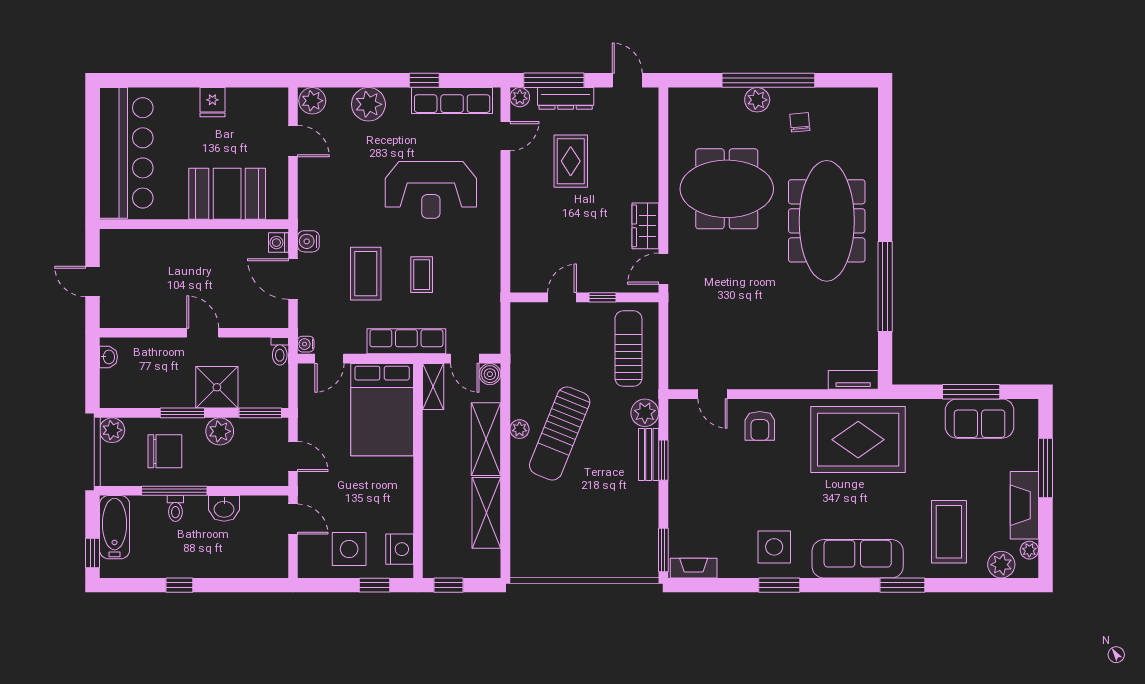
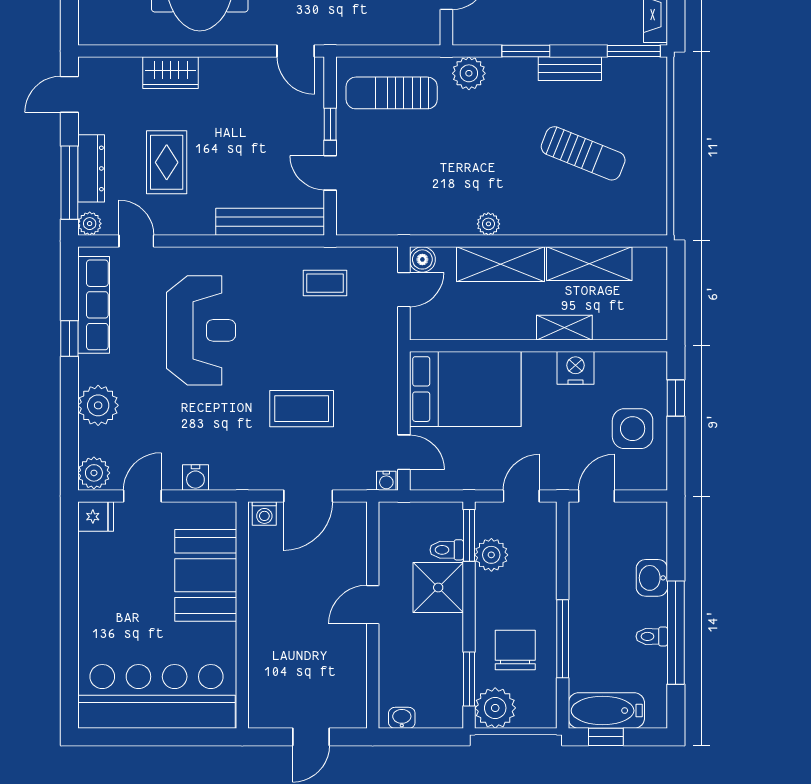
fridge: (212, 102) -> (96, 517), moved
rug: (571, 161) -> (167, 162), turned 90
wardrobe: (645, 226) -> (171, 73), moved
water cooler: (308, 241) -> (195, 478), moved
bench: (521, 247) -> (270, 222), added
coffee table: (422, 275) -> (325, 283), moved
row of seats: (406, 341) -> (383, 360), removed
toilet: (280, 351) -> (447, 550), moved, turned 180
shelving: (433, 386) -> (564, 328), moved
window: (182, 413) -> (469, 679), moved
plant: (112, 430) -> (495, 708), width x1.36, depth x1.36
plant: (220, 431) -> (491, 555), moved
sun lounger: (560, 434) -> (583, 153), moved, width x0.73, depth x0.75
bench: (649, 455) -> (570, 69), moved
toilet: (175, 508) -> (652, 636), moved, turned 180
washbasin: (224, 508) -> (652, 578), moved, turned 180
nightstand: (400, 549) -> (576, 368), moved
window: (92, 553) -> (606, 737), moved
window: (179, 585) -> (676, 633), width x3.17
window: (449, 585) -> (676, 309), removed

